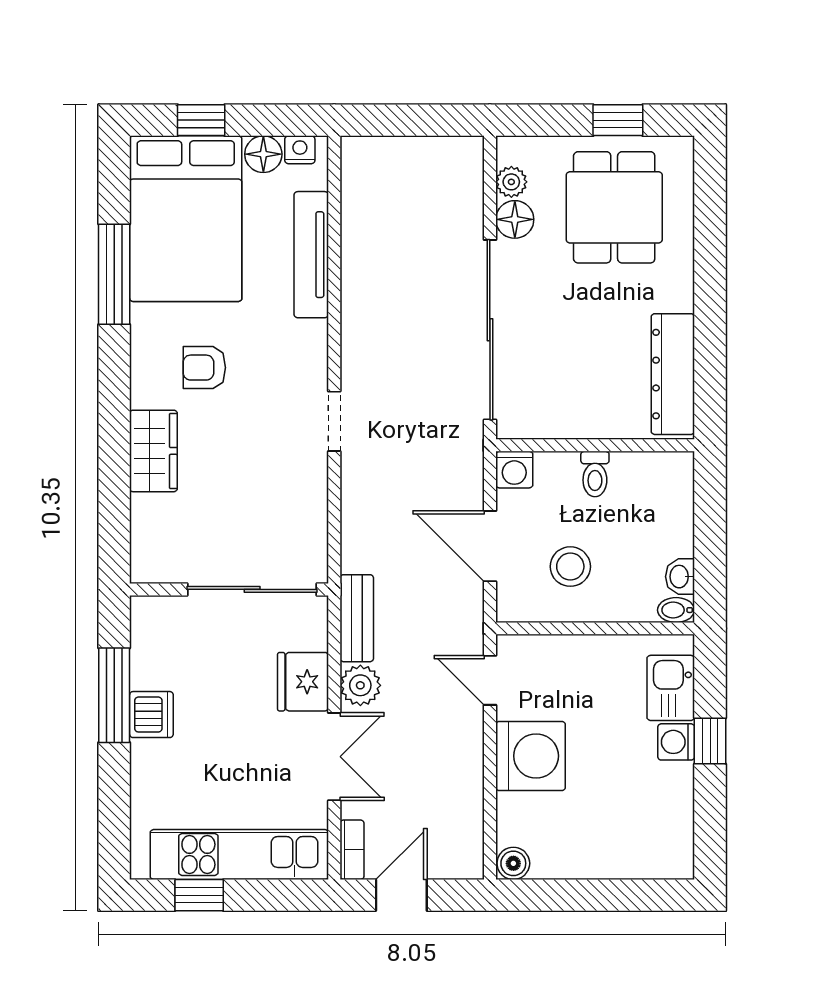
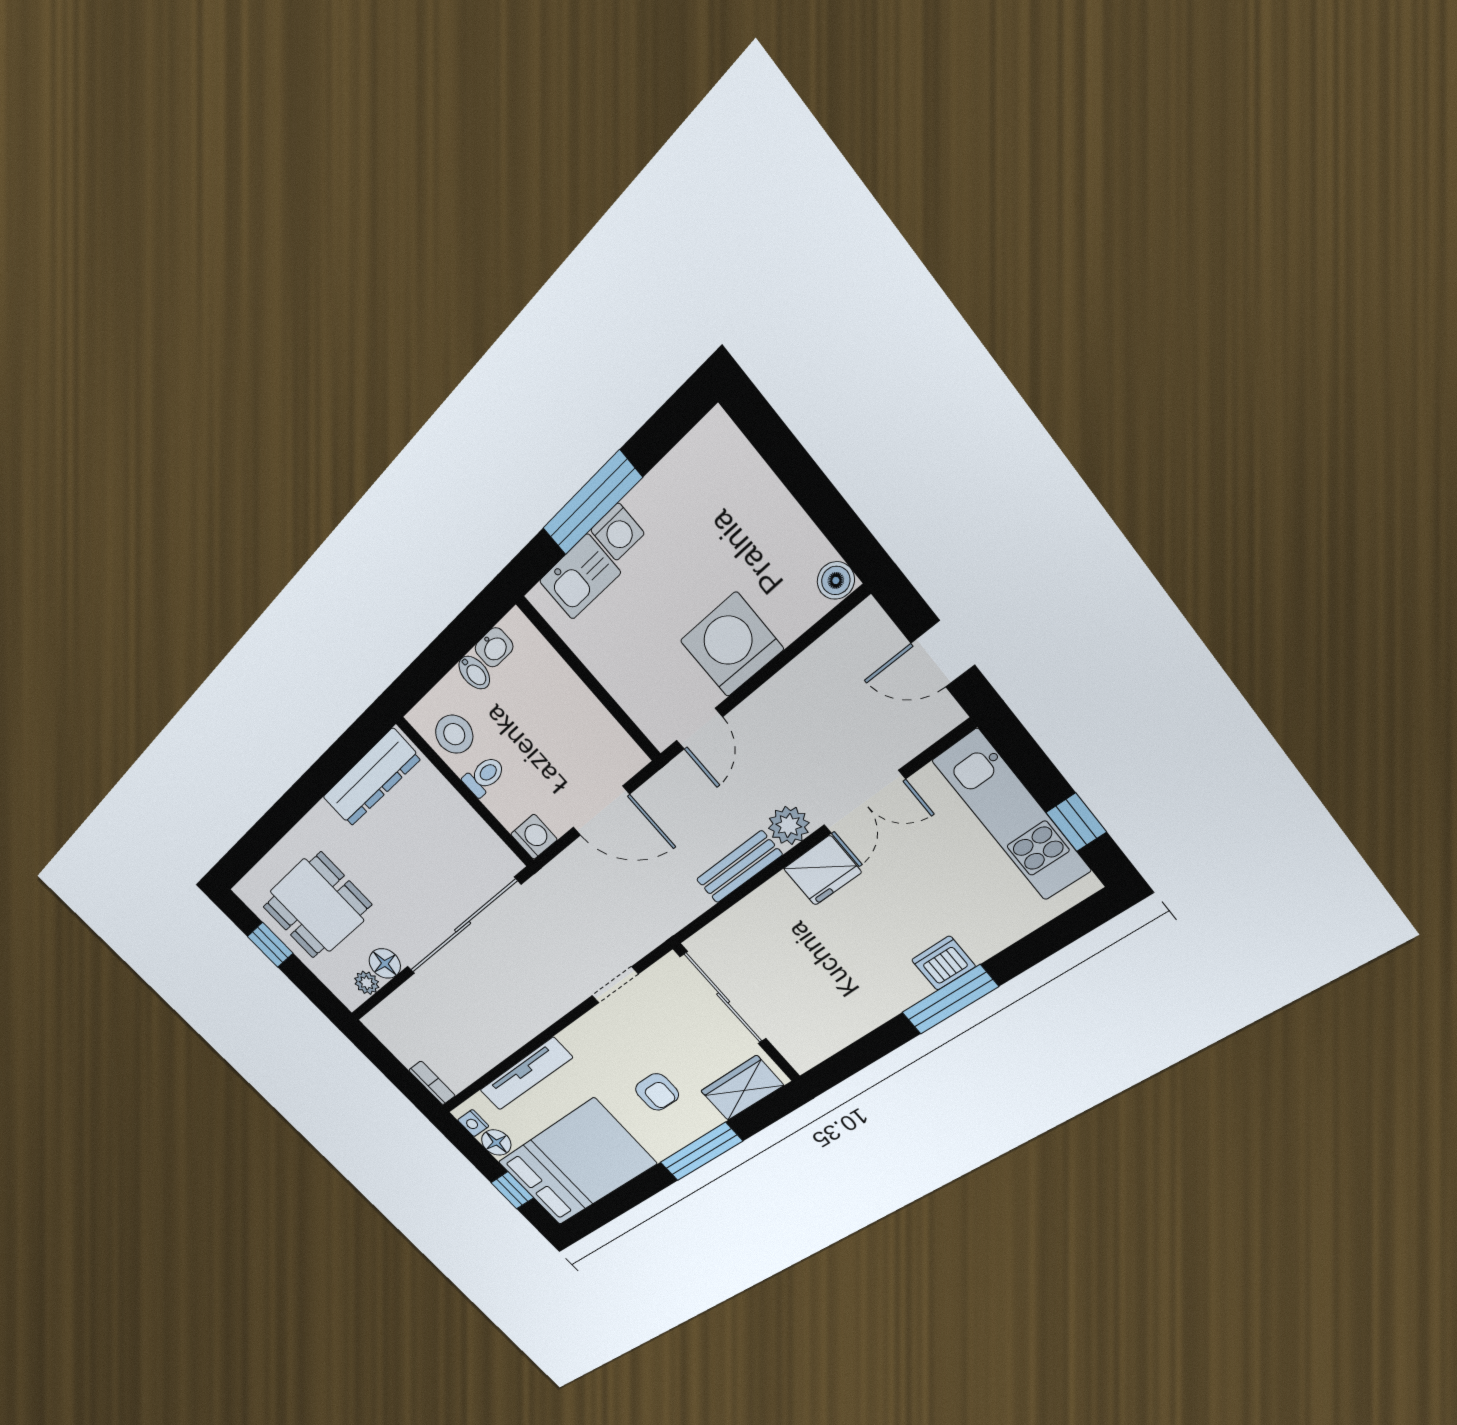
window: (114, 274) -> (701, 1152), moved
door: (490, 546) -> (601, 811), hinge flipped
stool: (570, 567) -> (454, 734), moved
wall: (229, 589) -> (737, 1013), moved
sliding door: (252, 589) -> (723, 998), moved
bidet: (676, 610) -> (474, 673), moved
window: (710, 741) -> (592, 503), width x2.17
double door: (334, 757) -> (864, 802), swing flipped
bookcase: (352, 850) -> (432, 1083), moved, turned 90

